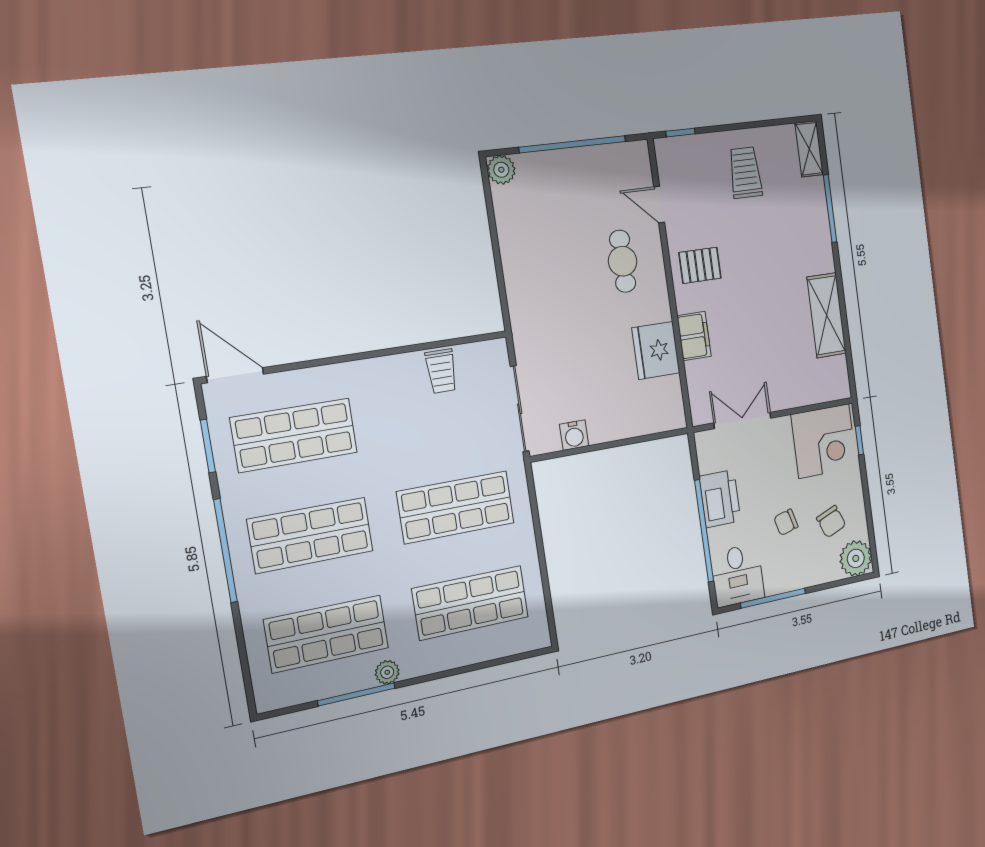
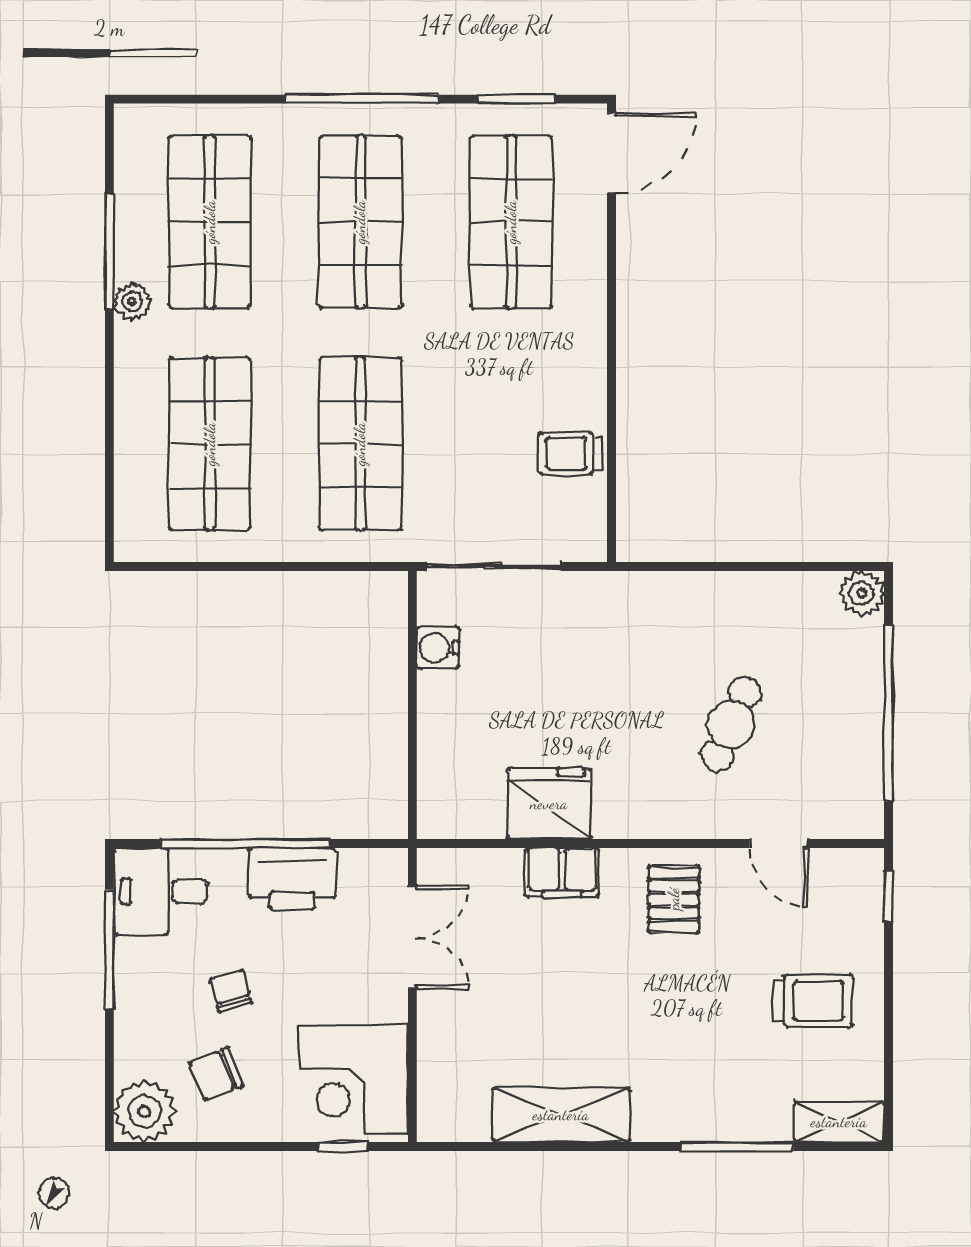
door: (659, 205) -> (779, 844), swing flipped
cafe table: (623, 261) -> (731, 724), moved, turned -66

